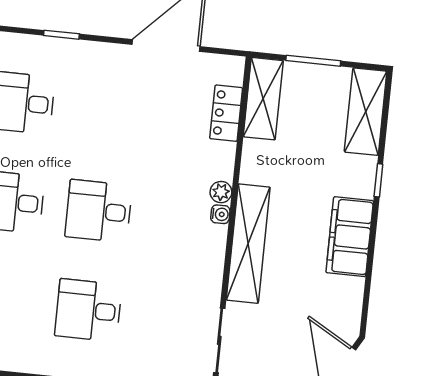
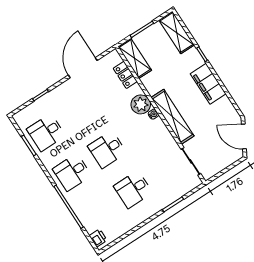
plant: (221, 192) -> (141, 104), width x1.88, depth x1.88

